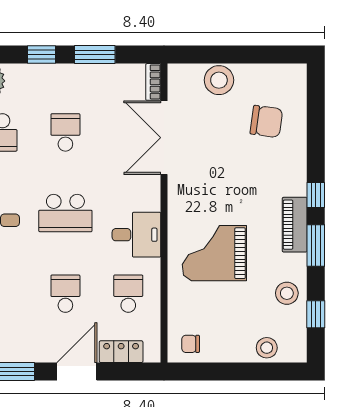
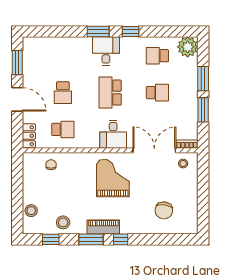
window: (41, 55) -> (203, 79), width x1.50
stool: (219, 80) -> (183, 164), moved, width x0.53, depth x0.53
desk: (136, 235) -> (113, 134), moved
grand piano: (214, 253) -> (113, 178), moved
school desk: (65, 294) -> (63, 93), turned 90
chair: (191, 344) -> (51, 165), moved
locker: (121, 352) -> (29, 136), moved

